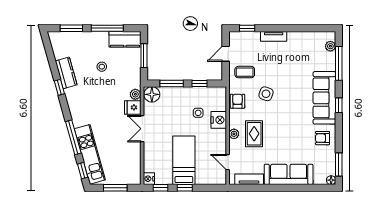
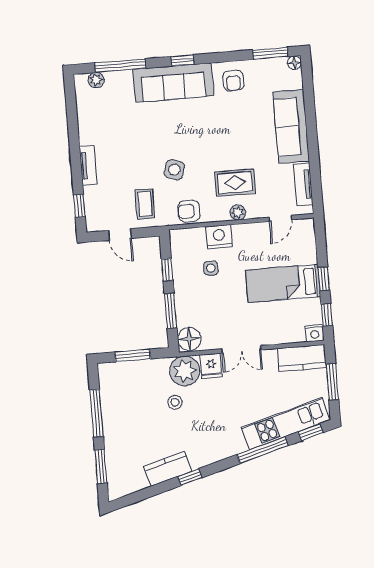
kitchen counter: (125, 39) -> (302, 358), moved, turned 90
stool: (102, 67) -> (175, 402), moved
plant: (135, 94) -> (185, 371), width x1.88, depth x1.88

